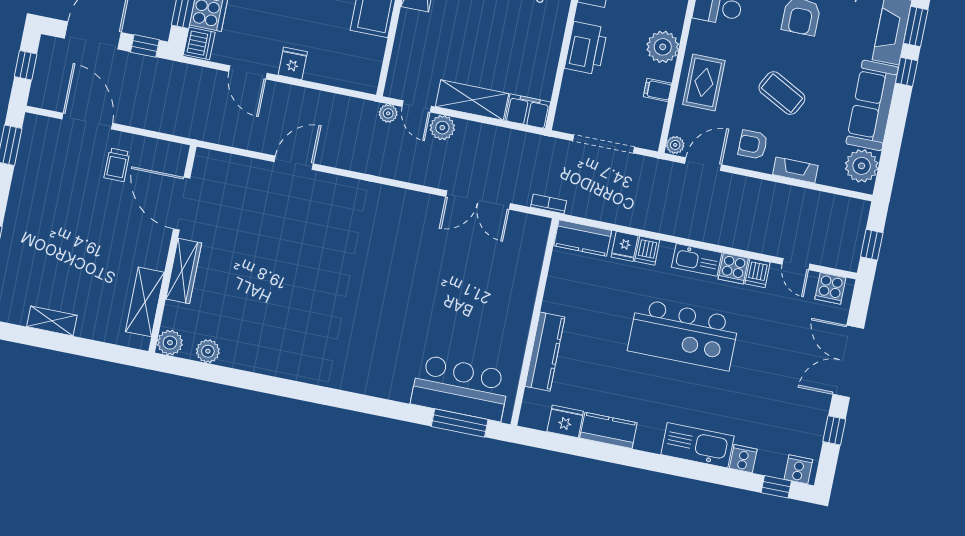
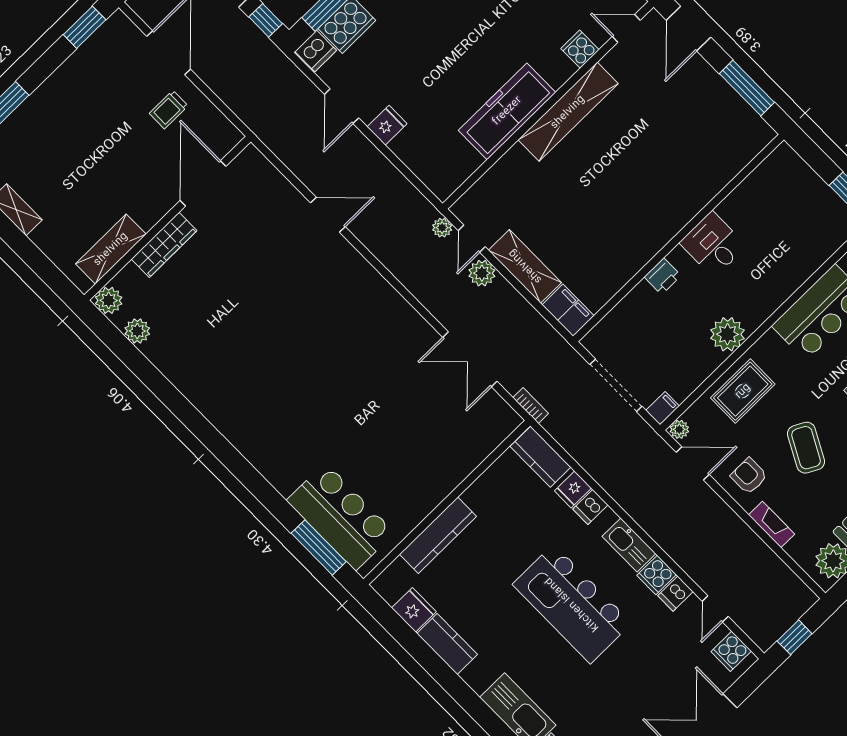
printer: (586, 48) -> (663, 276), width x0.53, depth x0.68
filing cabinet: (658, 90) -> (663, 408), moved, turned 90

